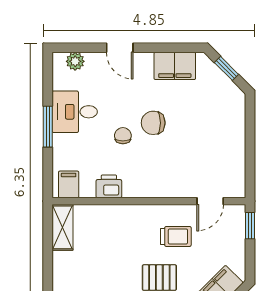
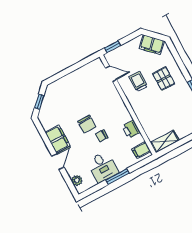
filing cabinet: (175, 66) -> (58, 139), moved

